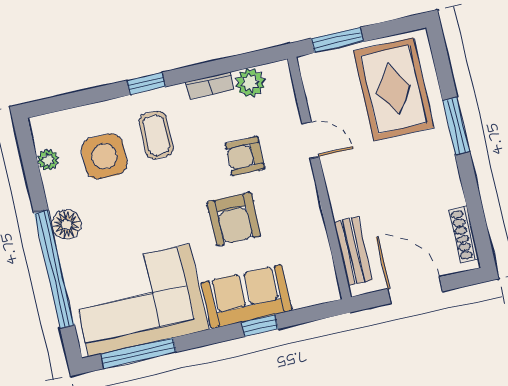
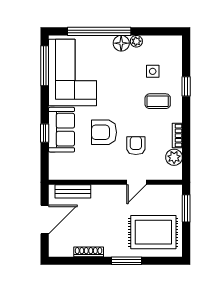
window: (146, 83) -> (186, 86), moved
side table: (104, 156) -> (153, 71), width x0.54, depth x0.54
plant: (48, 160) -> (136, 41), moved
shoe rack: (464, 234) -> (89, 252), moved

